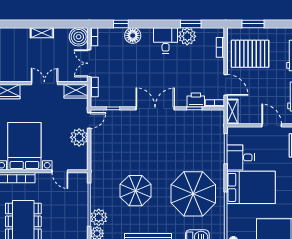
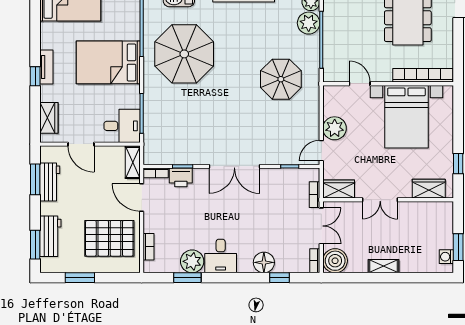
window: (253, 24) -> (80, 278), moved
desk: (240, 157) -> (122, 126), moved
parasol: (136, 191) -> (281, 79), moved

